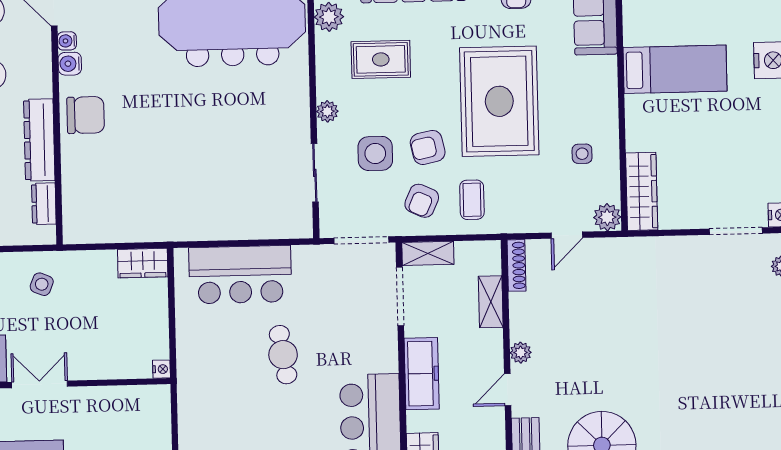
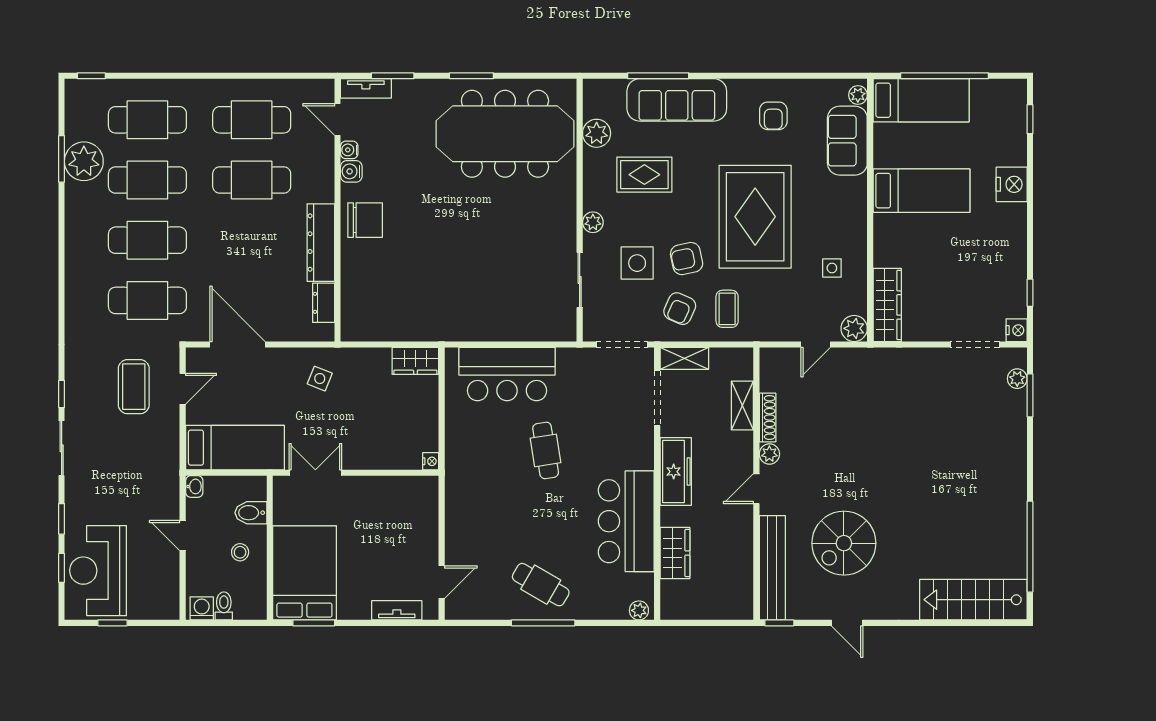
shoe rack: (516, 265) -> (768, 418), moved

